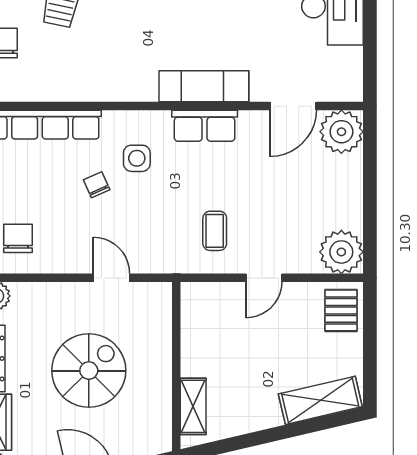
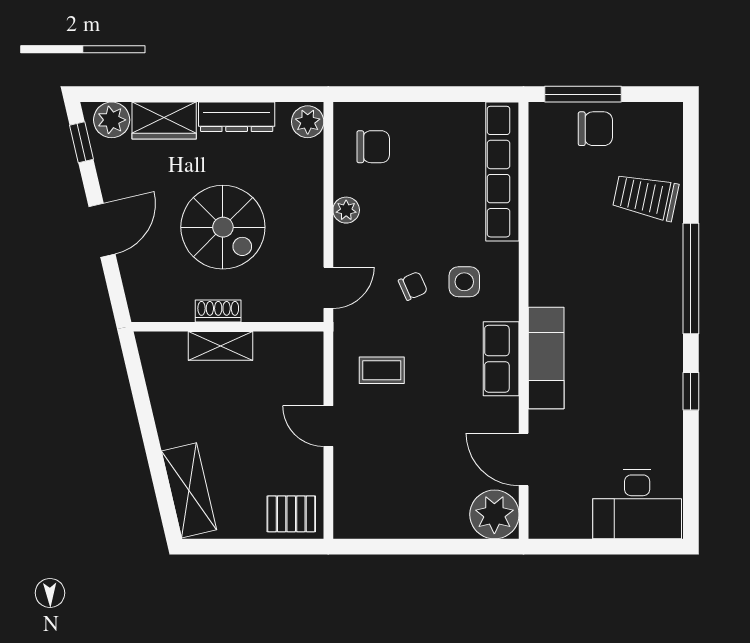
chair: (97, 185) -> (413, 286), moved
plant: (341, 252) -> (346, 210), moved, width x0.53, depth x0.53
door: (112, 278) -> (328, 288), moved
shoe rack: (163, 375) -> (218, 311), added
shelving: (193, 406) -> (220, 346), moved

